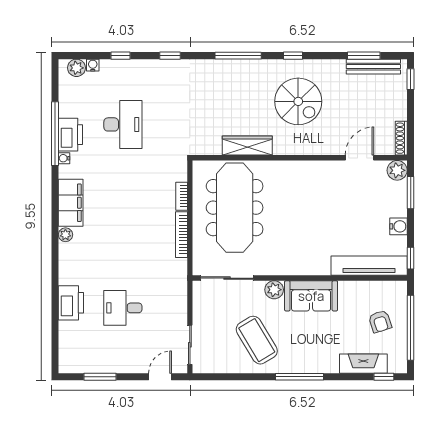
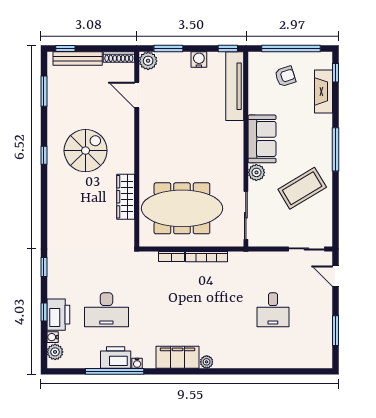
window: (238, 56) -> (44, 205), removed
bench: (373, 67) -> (78, 59), moved, turned 90
desk: (123, 124) -> (106, 310), turned 180
printer: (71, 303) -> (58, 315), moved, turned 90

